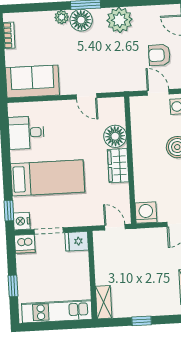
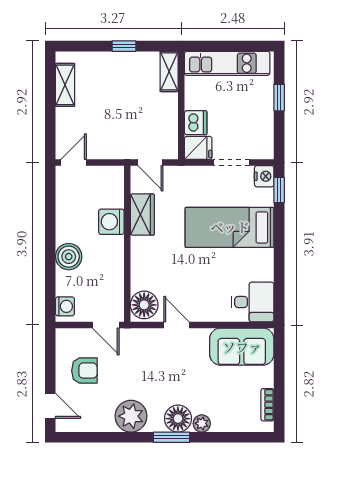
door: (158, 92) -> (106, 325), moved
desk: (26, 133) -> (253, 302), moved
floor lamp: (115, 136) -> (144, 305), moved
wardrobe: (118, 166) -> (142, 215), moved
washing machine: (146, 213) -> (111, 222), moved, turned 90
dishwasher: (25, 244) -> (196, 123), moved, turned 90

